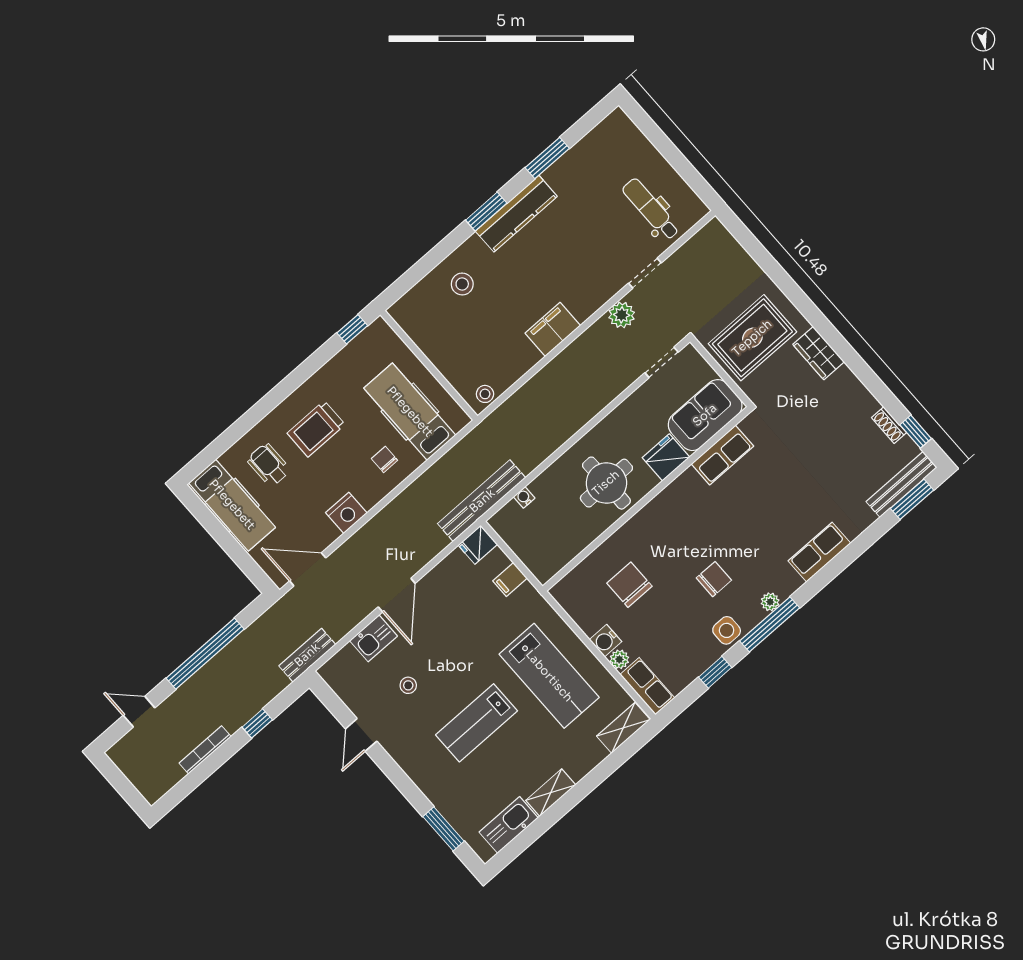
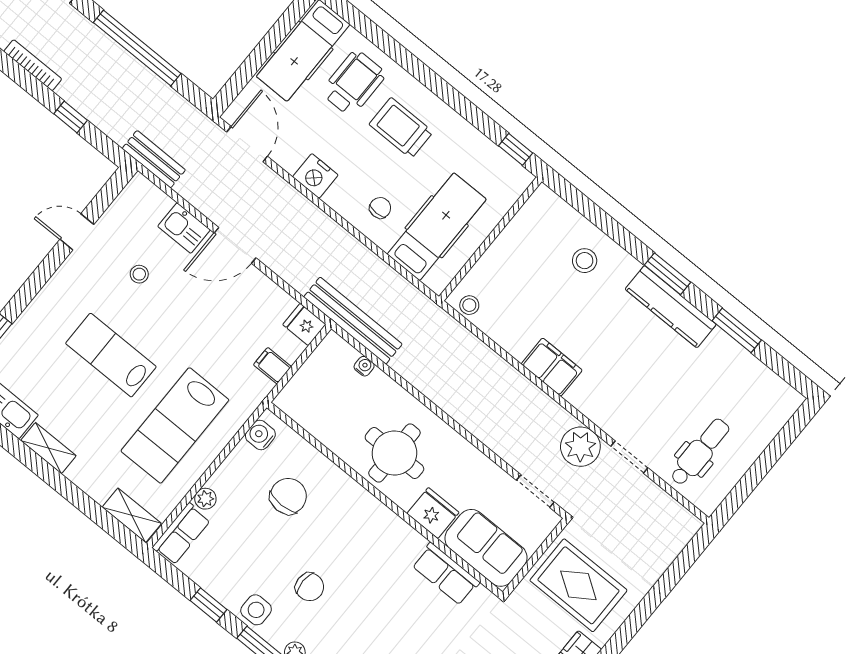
plant: (622, 315) -> (580, 447), width x1.36, depth x1.36
wheelchair: (269, 465) -> (353, 83), width x1.36, depth x1.37
water cooler: (606, 641) -> (260, 435), moved

